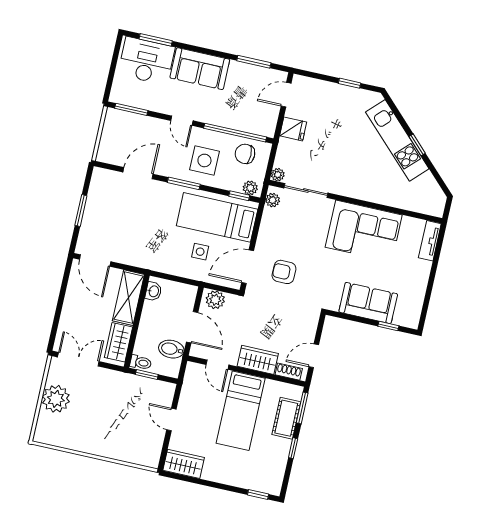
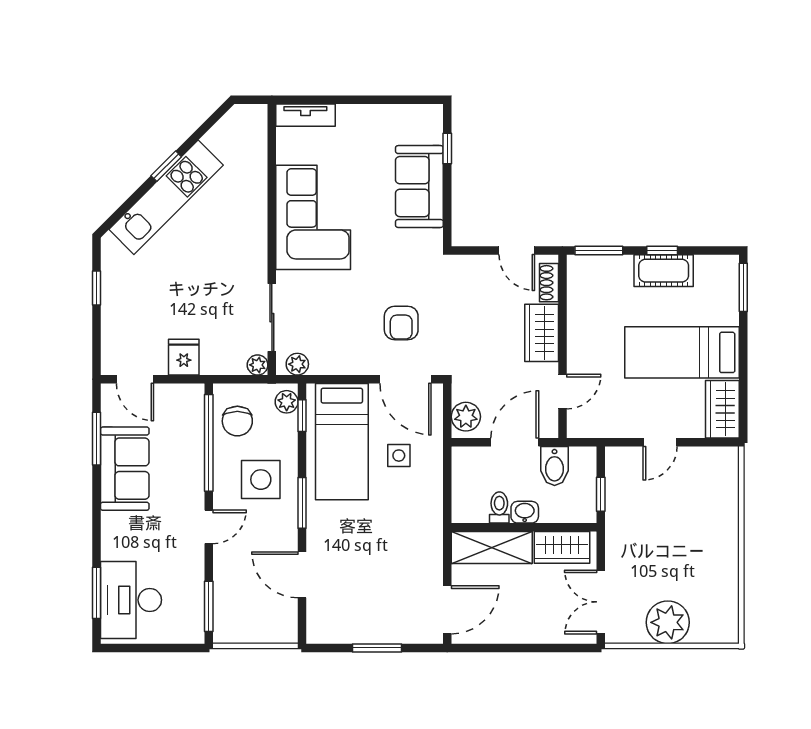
sofa: (200, 69) -> (125, 469), moved
washbasin: (153, 291) -> (525, 512), moved
toilet: (141, 362) -> (499, 508), moved
bed: (241, 411) -> (682, 352), moved, turned 180
cot: (286, 418) -> (664, 271), moved
window: (258, 495) -> (743, 287), width x1.50

